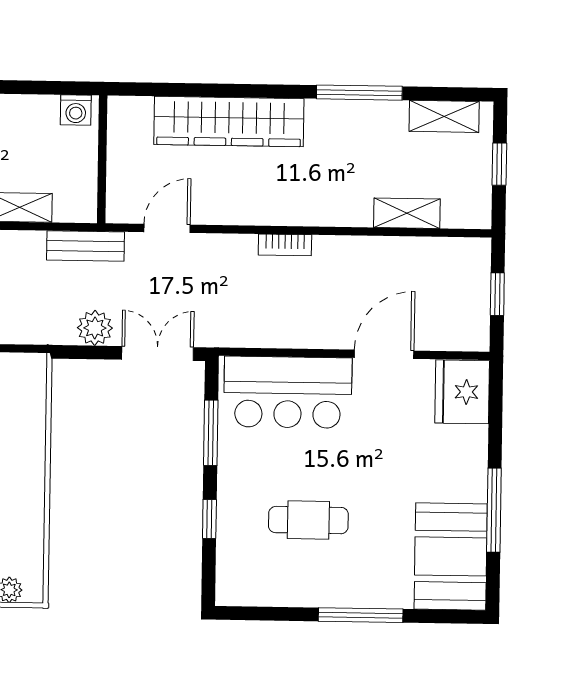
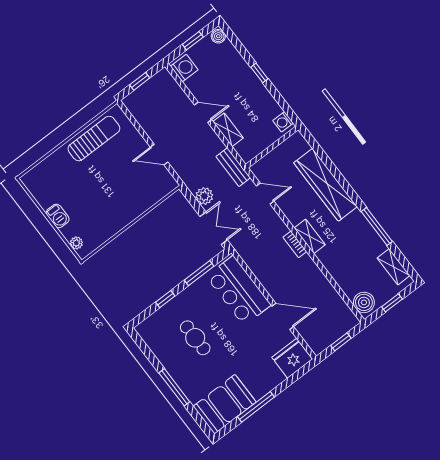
boiler: (464, 208) -> (364, 302), added
shelving: (407, 213) -> (310, 236), moved

